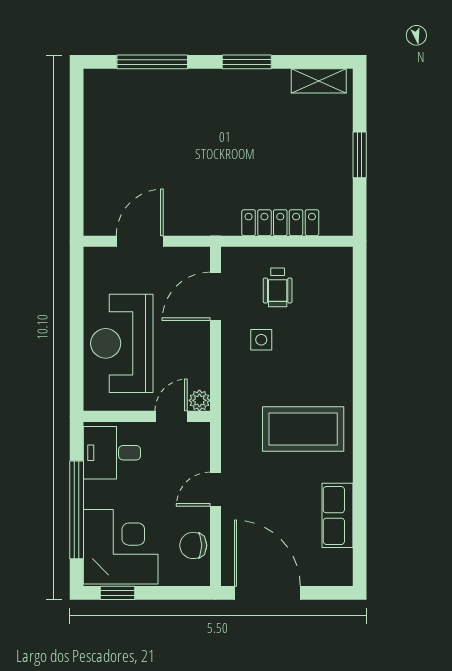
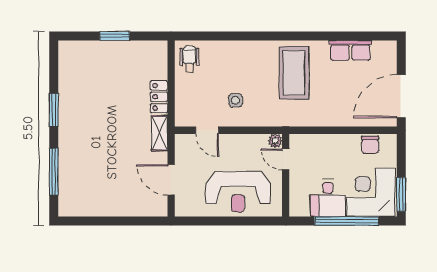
shelving: (319, 81) -> (159, 133), moved
locker: (280, 223) -> (159, 97), width x0.66
wheelchair: (278, 287) -> (189, 59), moved, turned -90
door: (215, 296) -> (207, 130), width x0.73
desk: (112, 453) -> (328, 198), moved
door: (215, 489) -> (333, 130), removed
window: (117, 593) -> (401, 194), width x1.50

